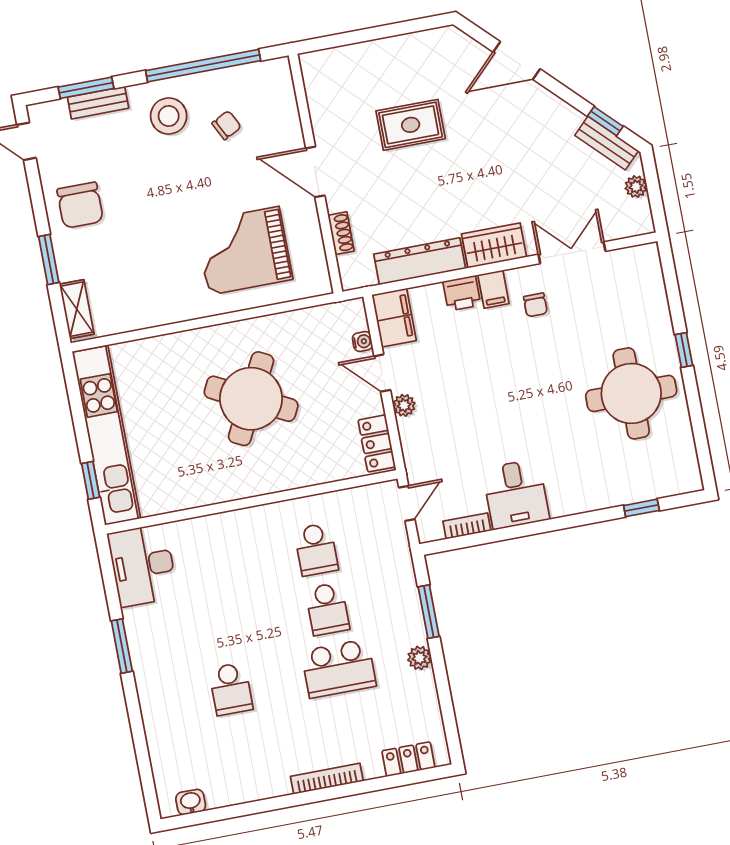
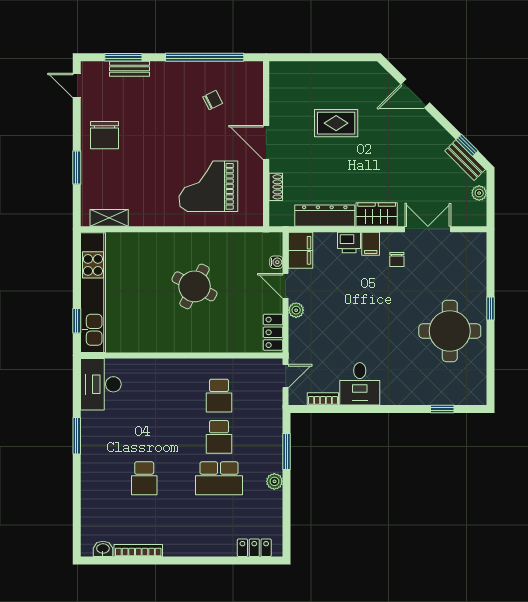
stool: (169, 116) -> (175, 87), removed
shelving: (77, 309) -> (109, 218), moved, turned 90
round table: (251, 399) -> (194, 286), width x0.73, depth x0.73
bookcase: (327, 779) -> (138, 551), moved

